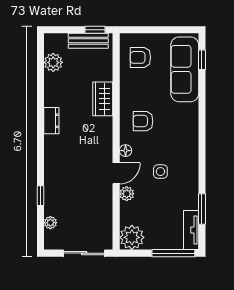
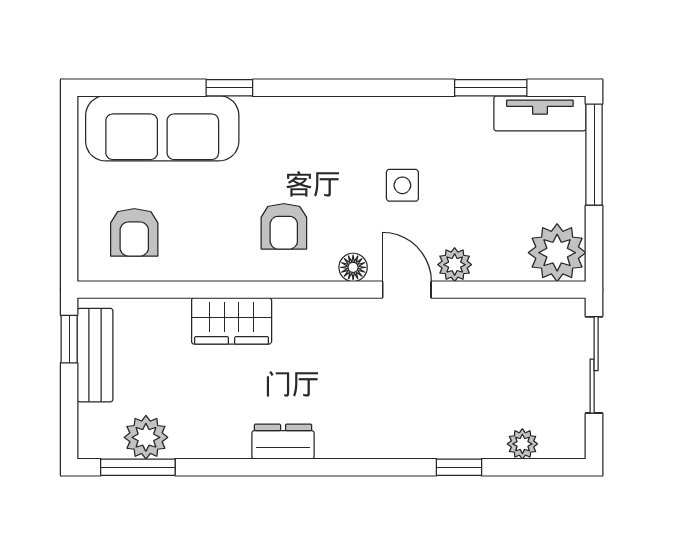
window: (40, 59) -> (138, 467), added
window: (202, 60) -> (229, 88), moved

